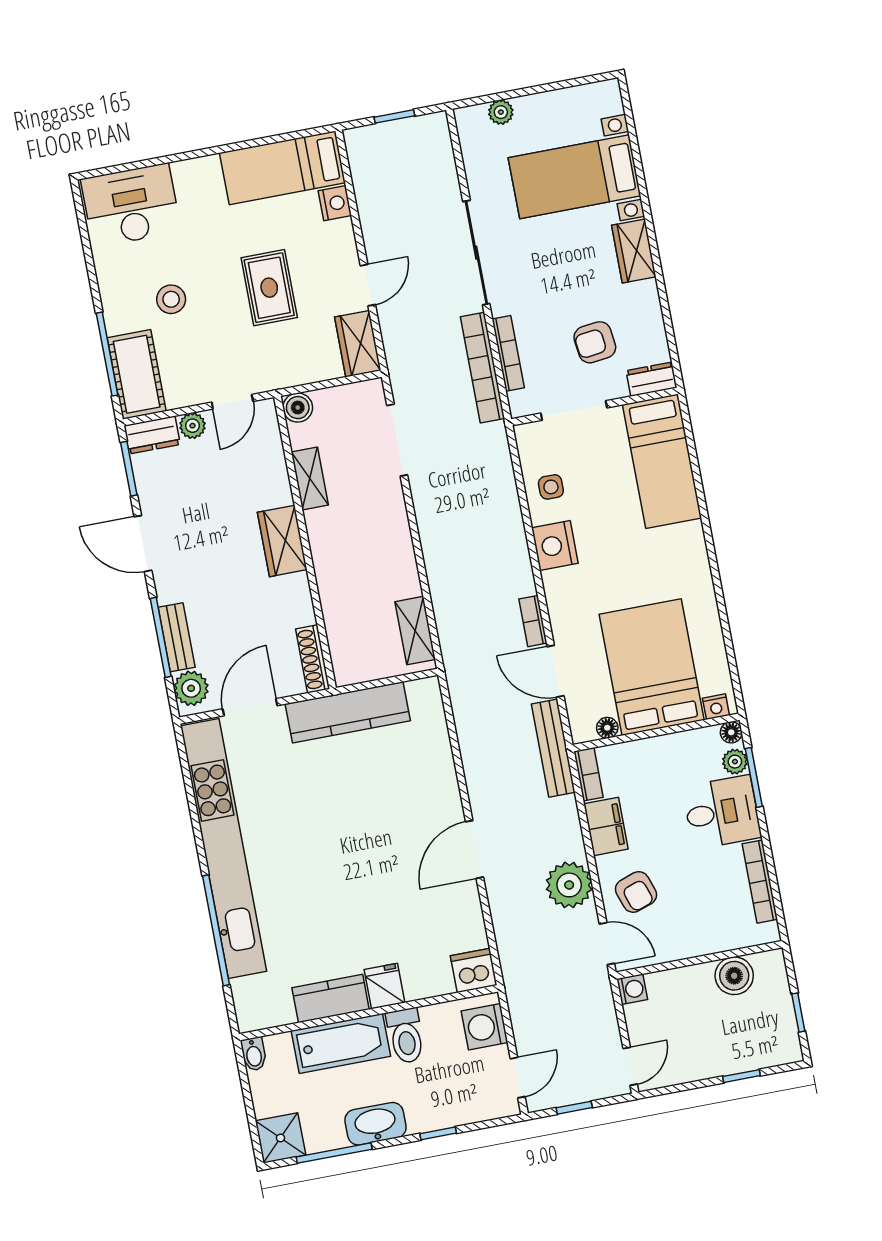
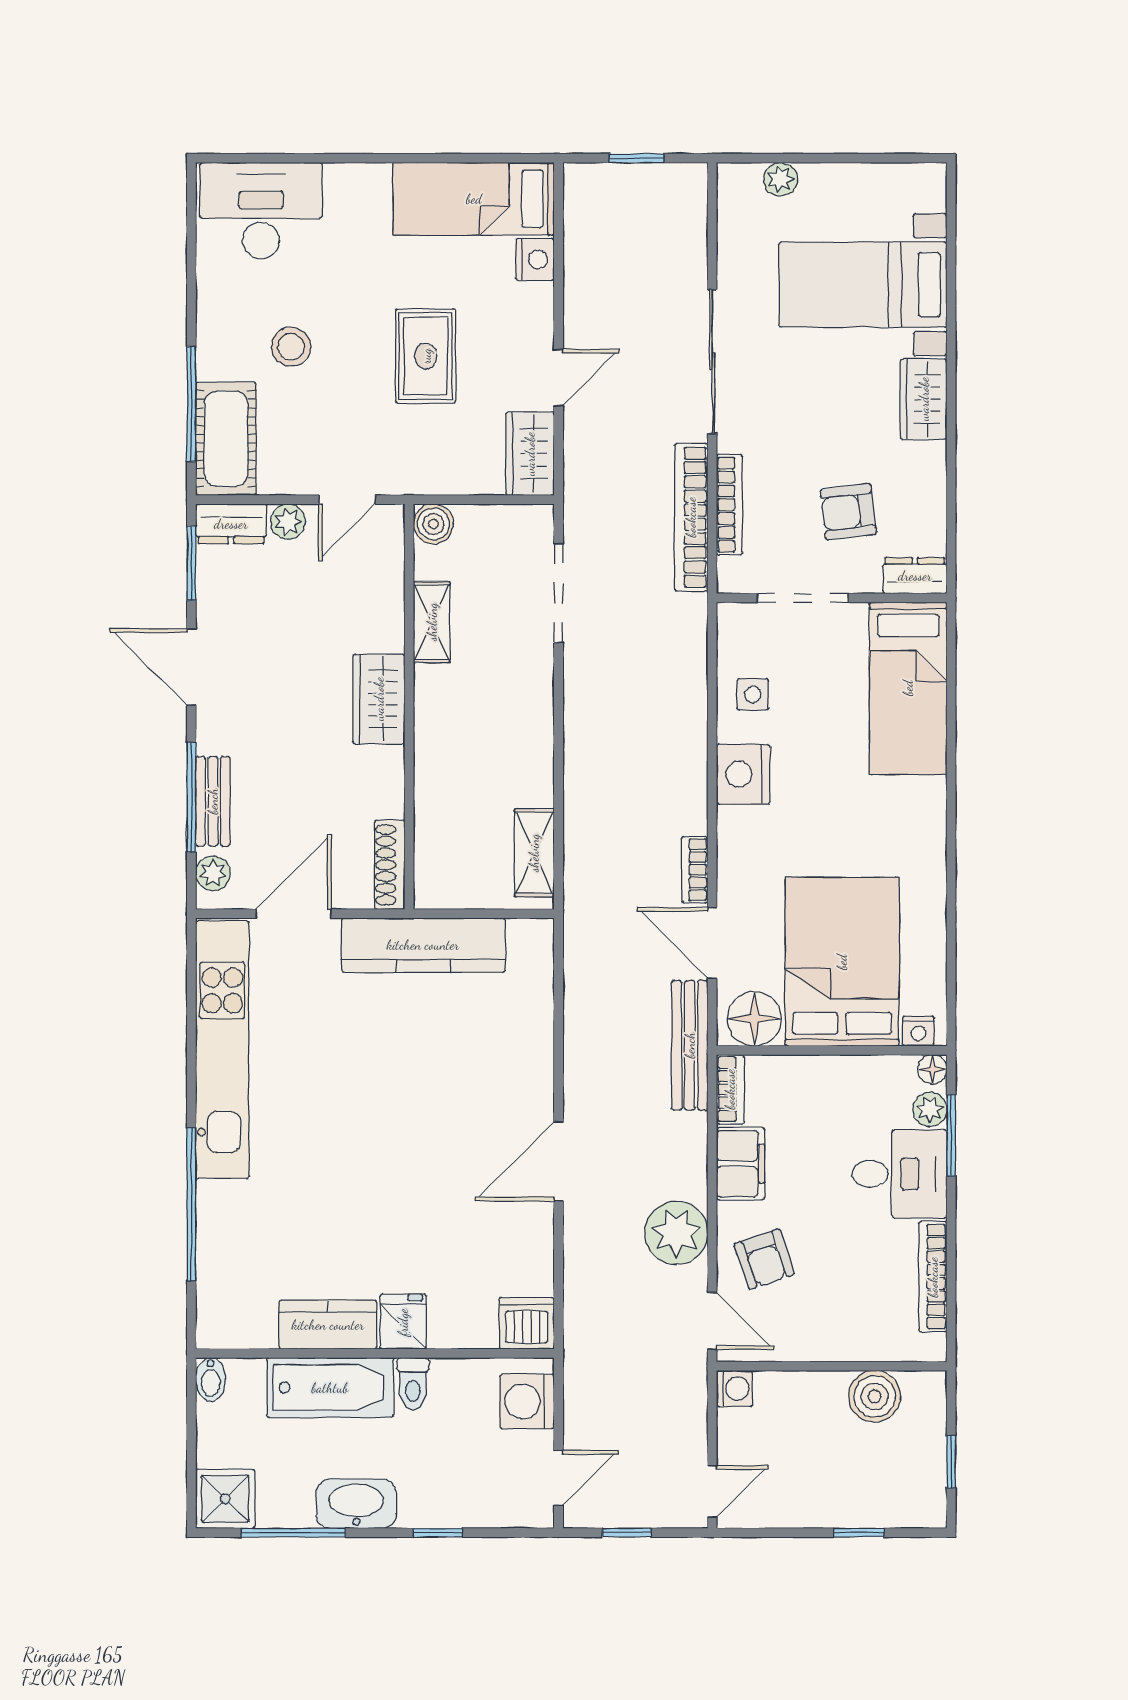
plant: (191, 688) -> (213, 873), width x0.73, depth x0.73
floor lamp: (607, 728) -> (755, 1019), width x1.89, depth x1.89
kitchen unit: (224, 849) -> (222, 1050), width x0.73
toilet: (406, 1036) -> (413, 1384), width x0.73, depth x0.72

